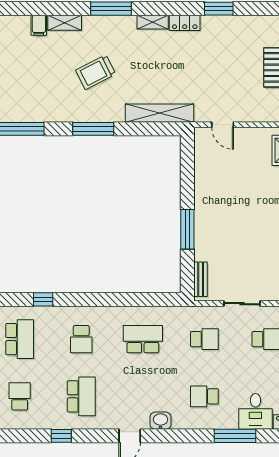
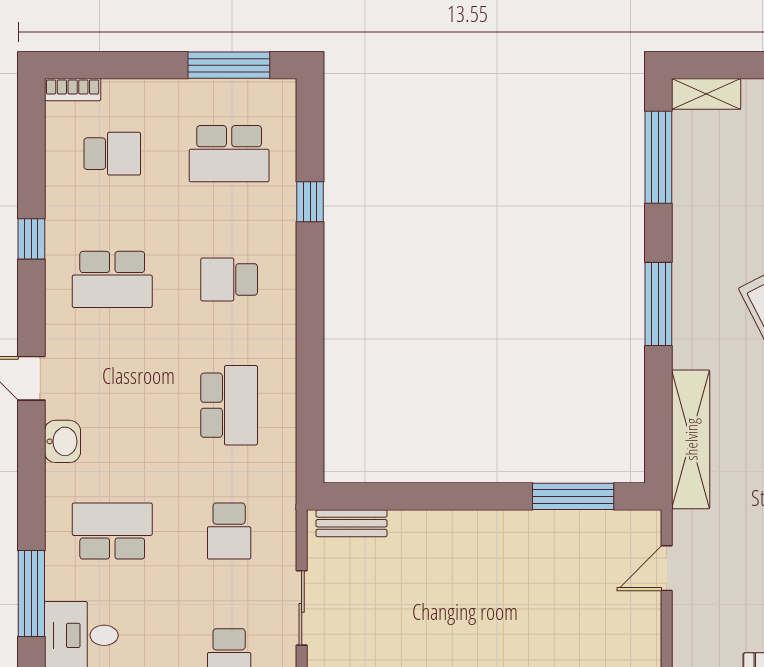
window: (187, 229) -> (573, 496), moved
school desk: (204, 396) -> (112, 531), width x1.85

